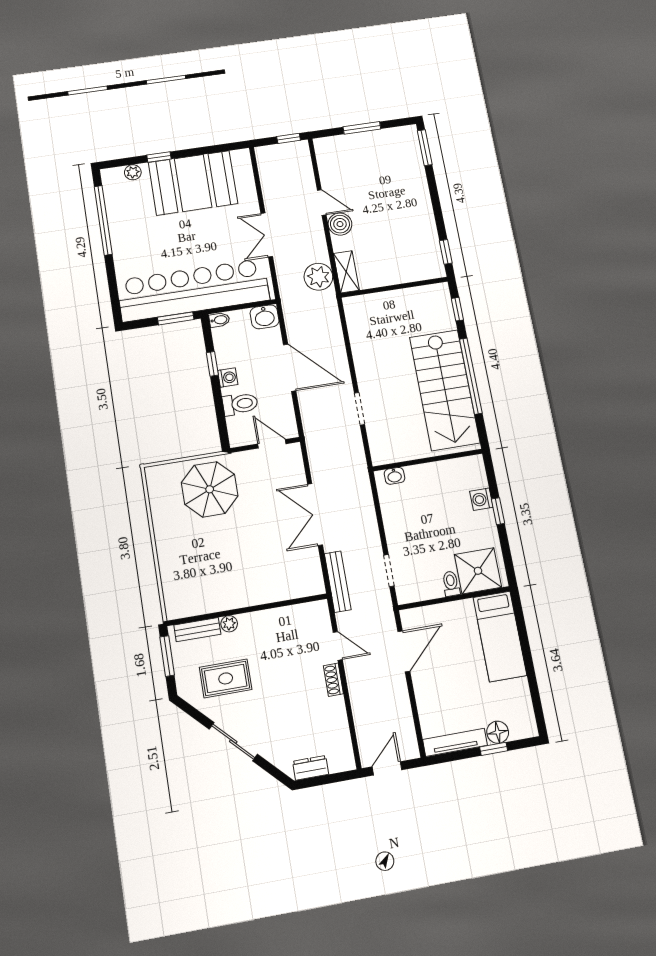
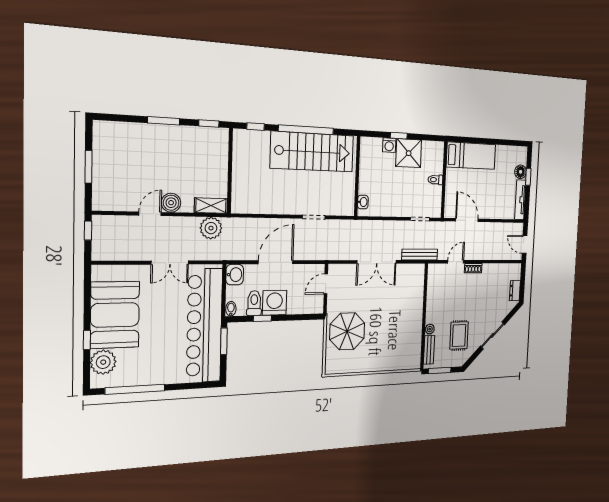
window: (425, 148) -> (164, 121), moved
plant: (133, 172) -> (103, 362), width x1.87, depth x1.87
washing machine: (228, 378) -> (275, 303), width x1.89, depth x1.89
toilet: (240, 404) -> (254, 303), moved
shower: (478, 571) -> (409, 153), moved

